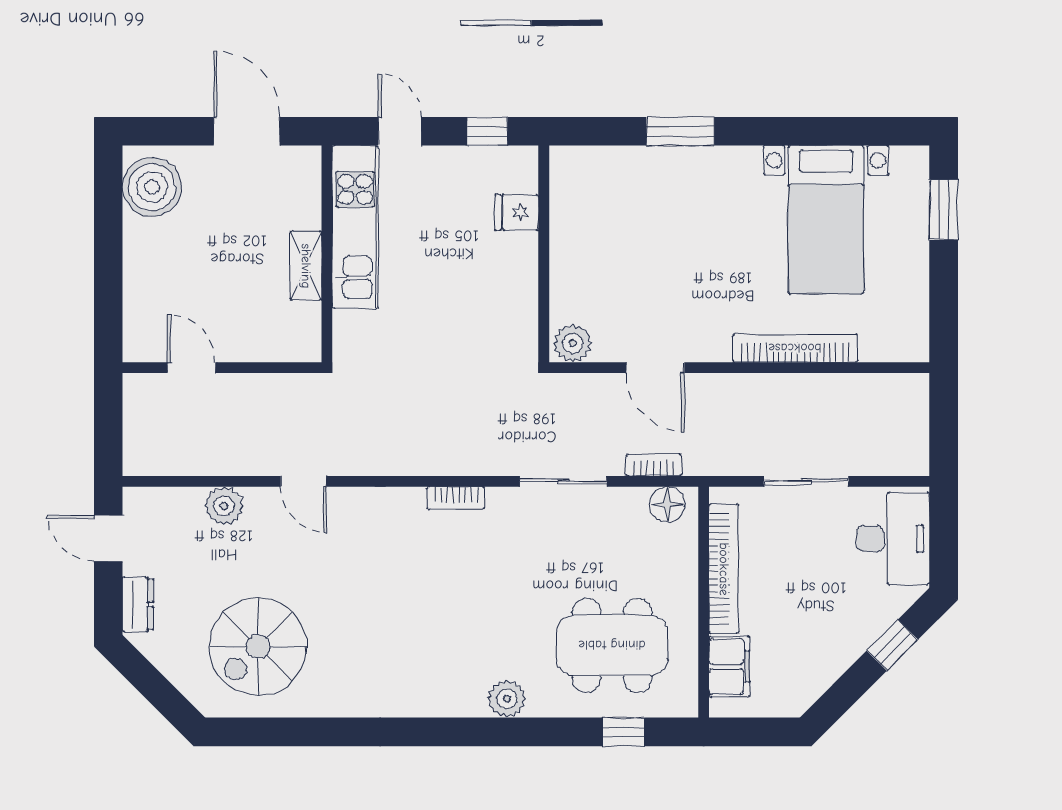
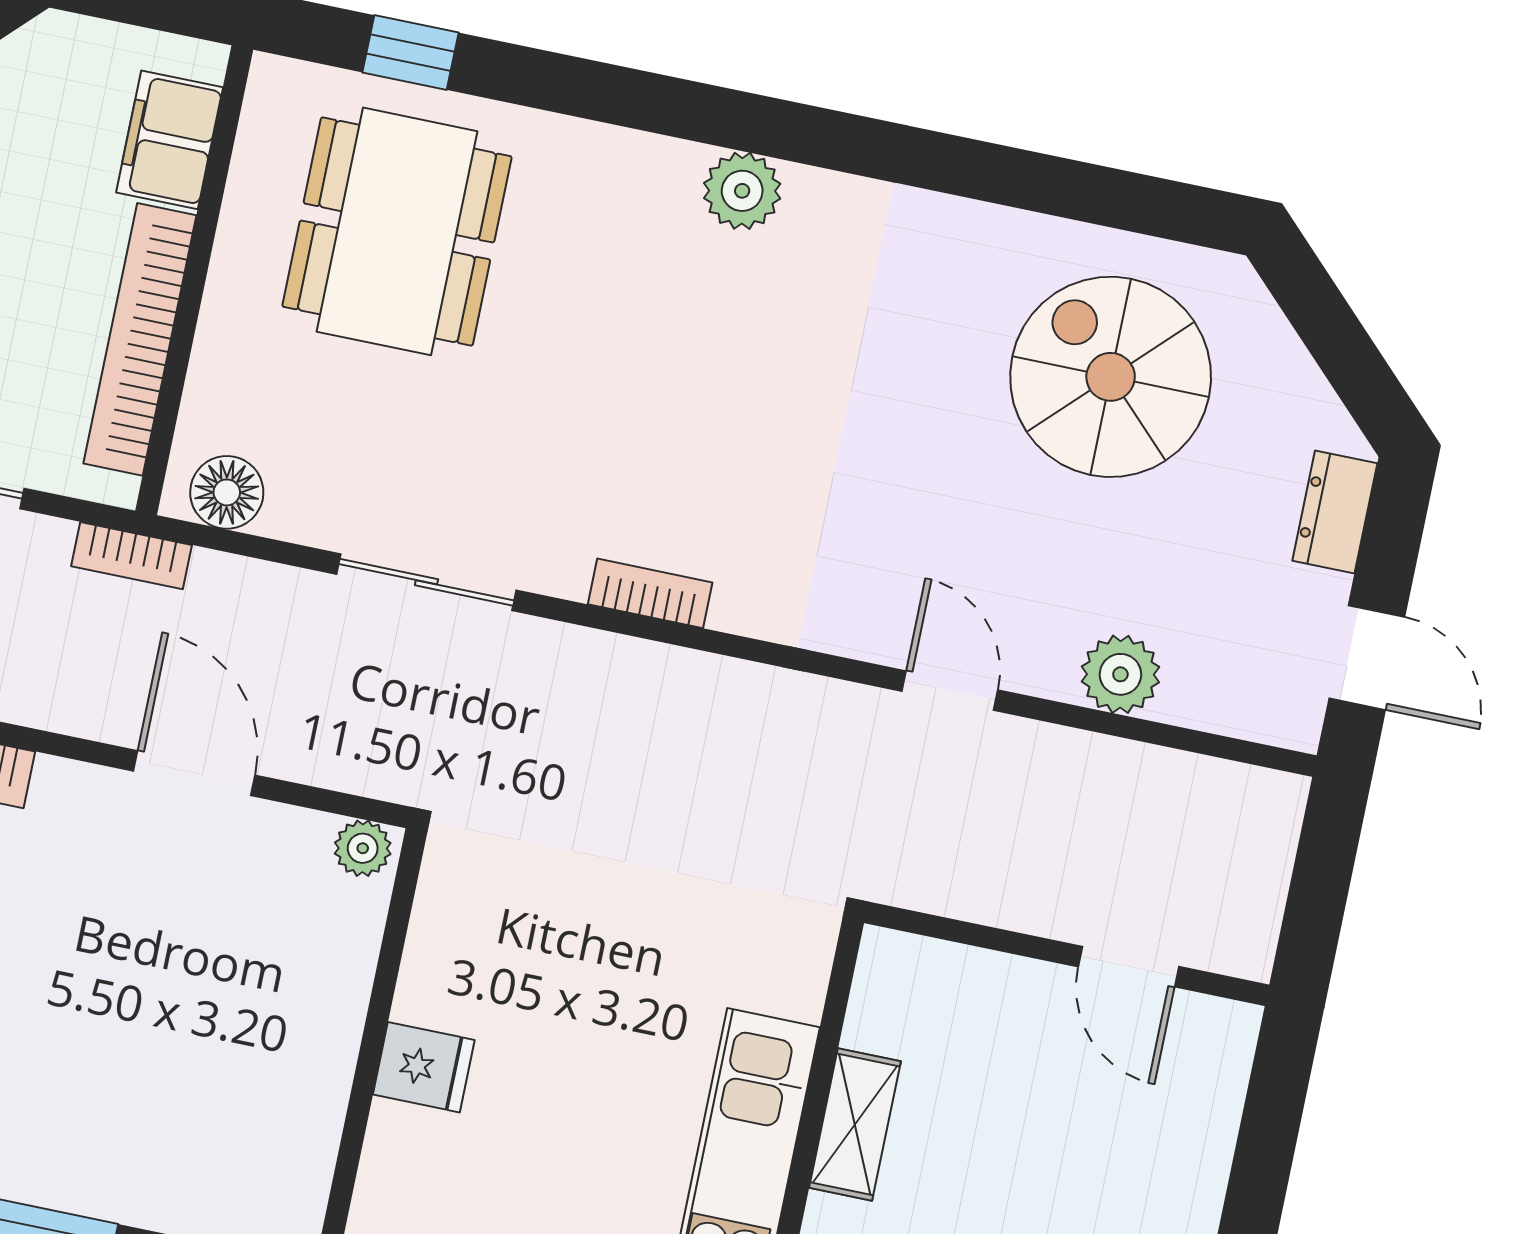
fridge: (517, 212) -> (424, 1067), moved
plant: (573, 343) -> (363, 848), width x0.73, depth x0.73
bookcase: (654, 465) -> (131, 556), moved
dining table: (612, 645) -> (397, 231), turned 90
spiral stairs: (258, 647) -> (1111, 377), turned -90
plant: (507, 699) -> (742, 191), moved

